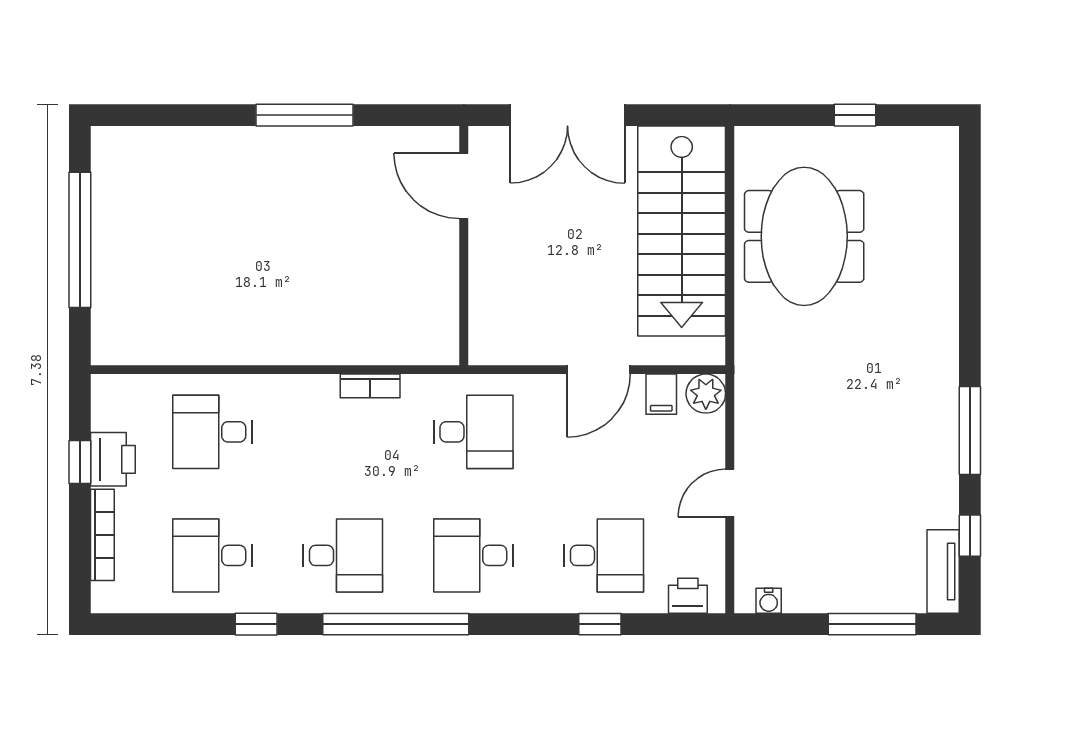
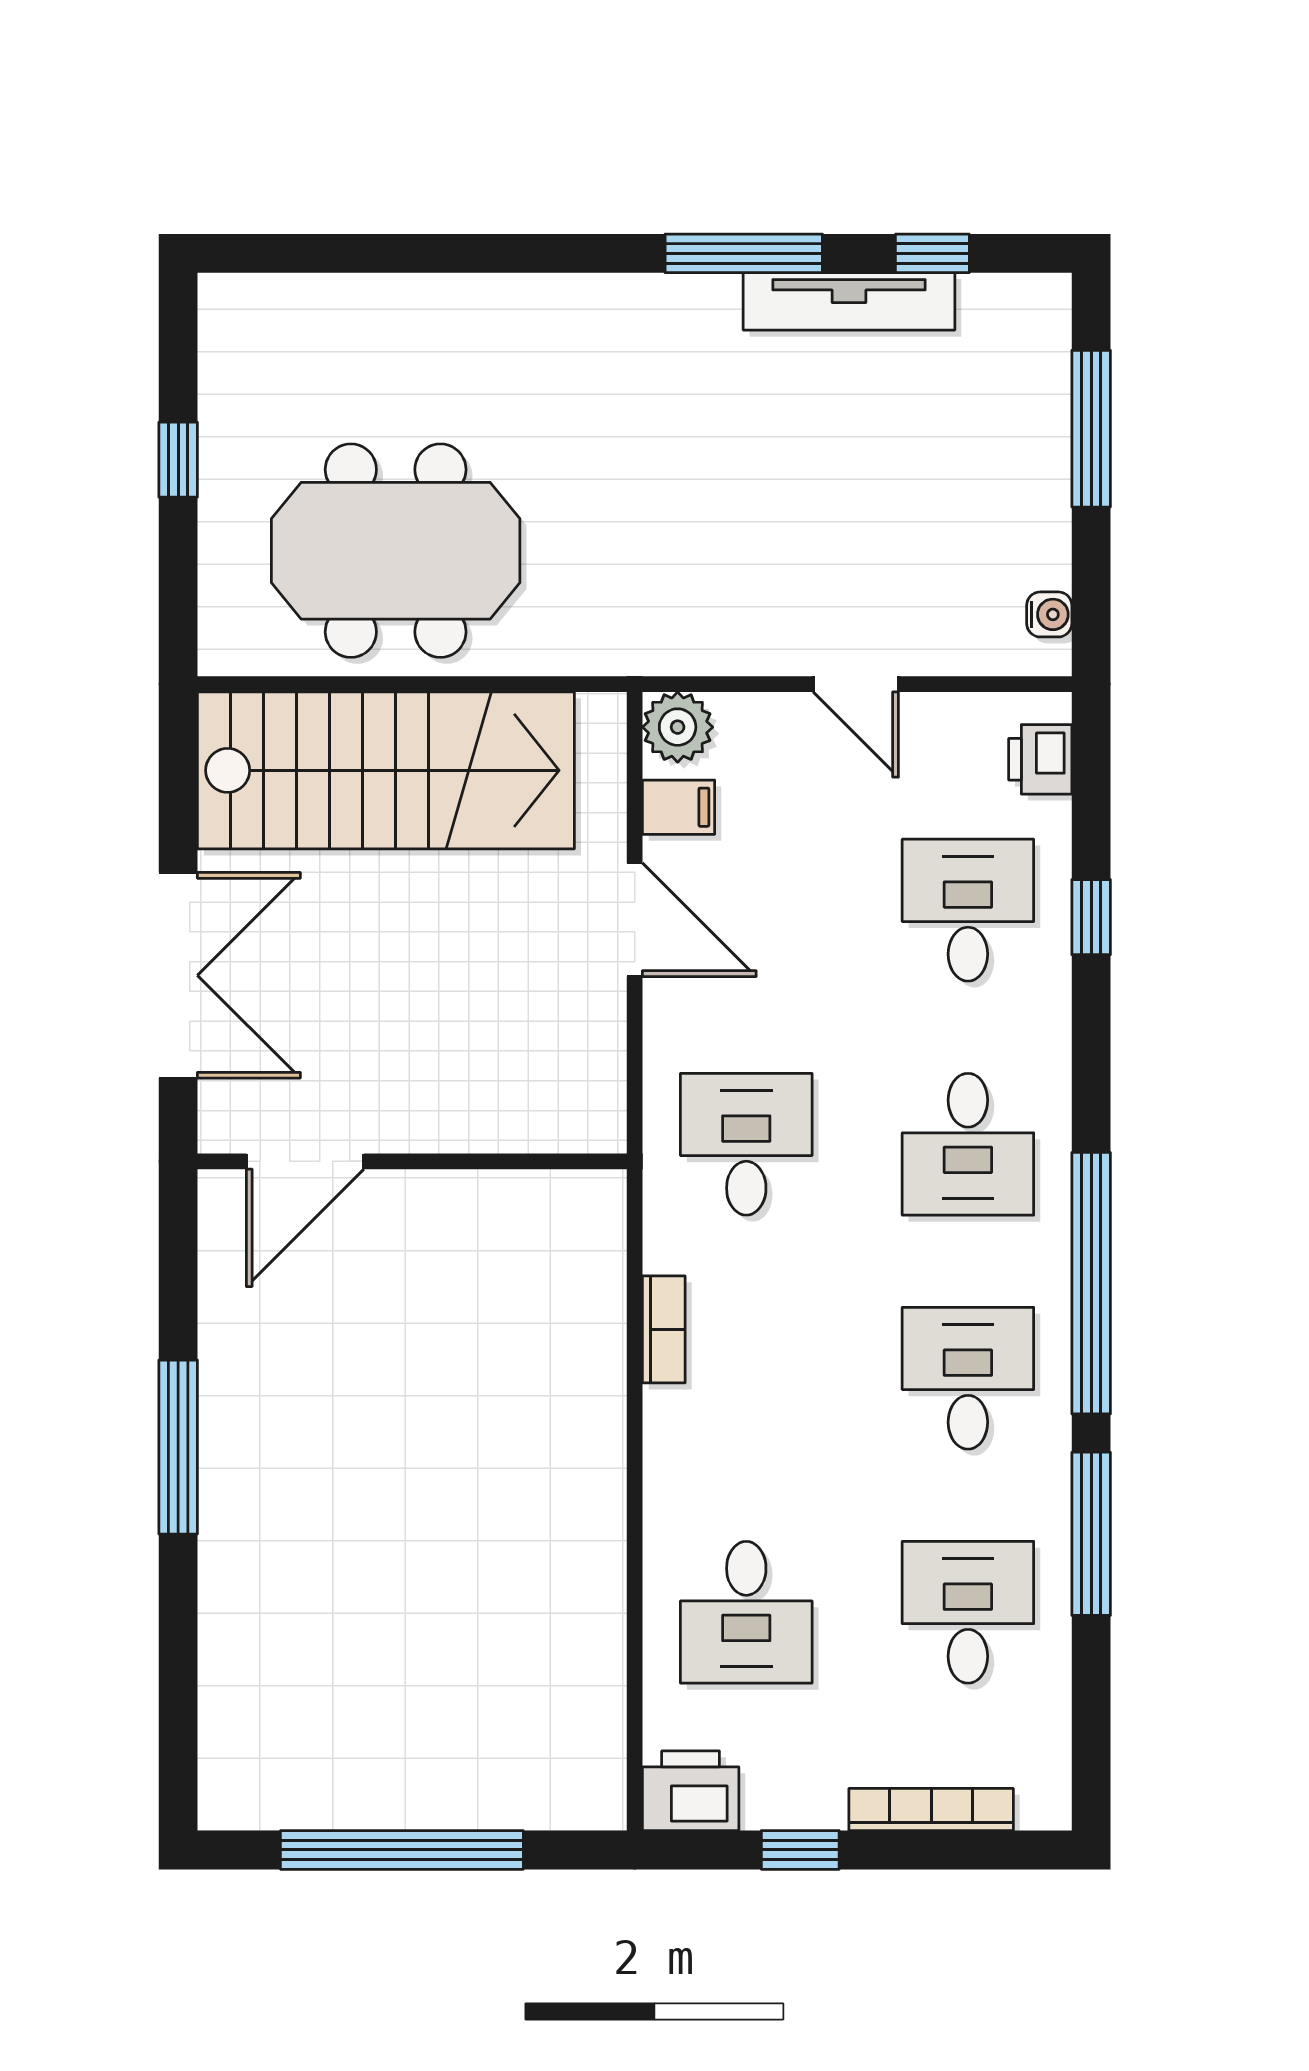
printer: (113, 459) -> (691, 1791), moved
desk: (212, 555) -> (968, 1612), turned 180
tv unit: (943, 572) -> (849, 301), moved, width x1.41
window: (256, 624) -> (1091, 1534), width x2.17

